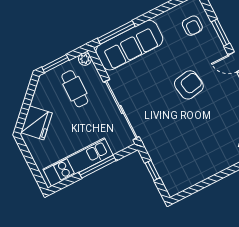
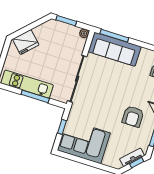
armchair: (189, 85) -> (133, 116), moved, turned 100
cafe table: (75, 89) -> (63, 44), removed
corner sofa: (187, 164) -> (84, 142), added

